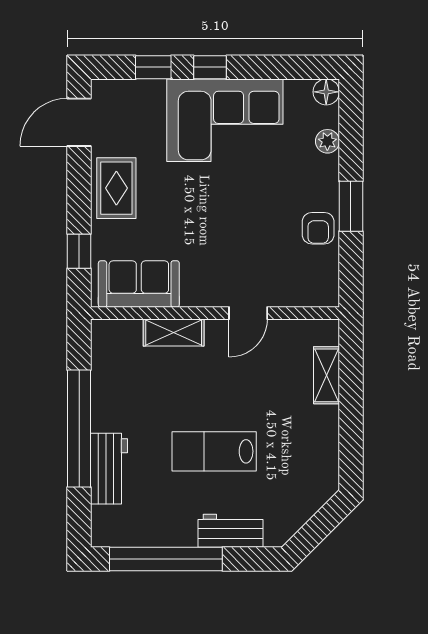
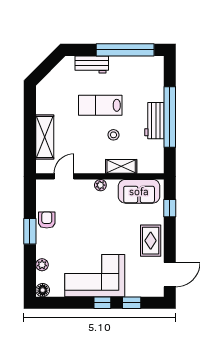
plant: (214, 296) -> (100, 185), added
door: (248, 313) -> (64, 176), moved
shelving: (326, 375) -> (45, 137), width x1.50, depth x1.33
stool: (188, 394) -> (113, 135), added
lab bench: (214, 451) -> (100, 105), turned 180
workbench: (109, 469) -> (154, 121), moved

